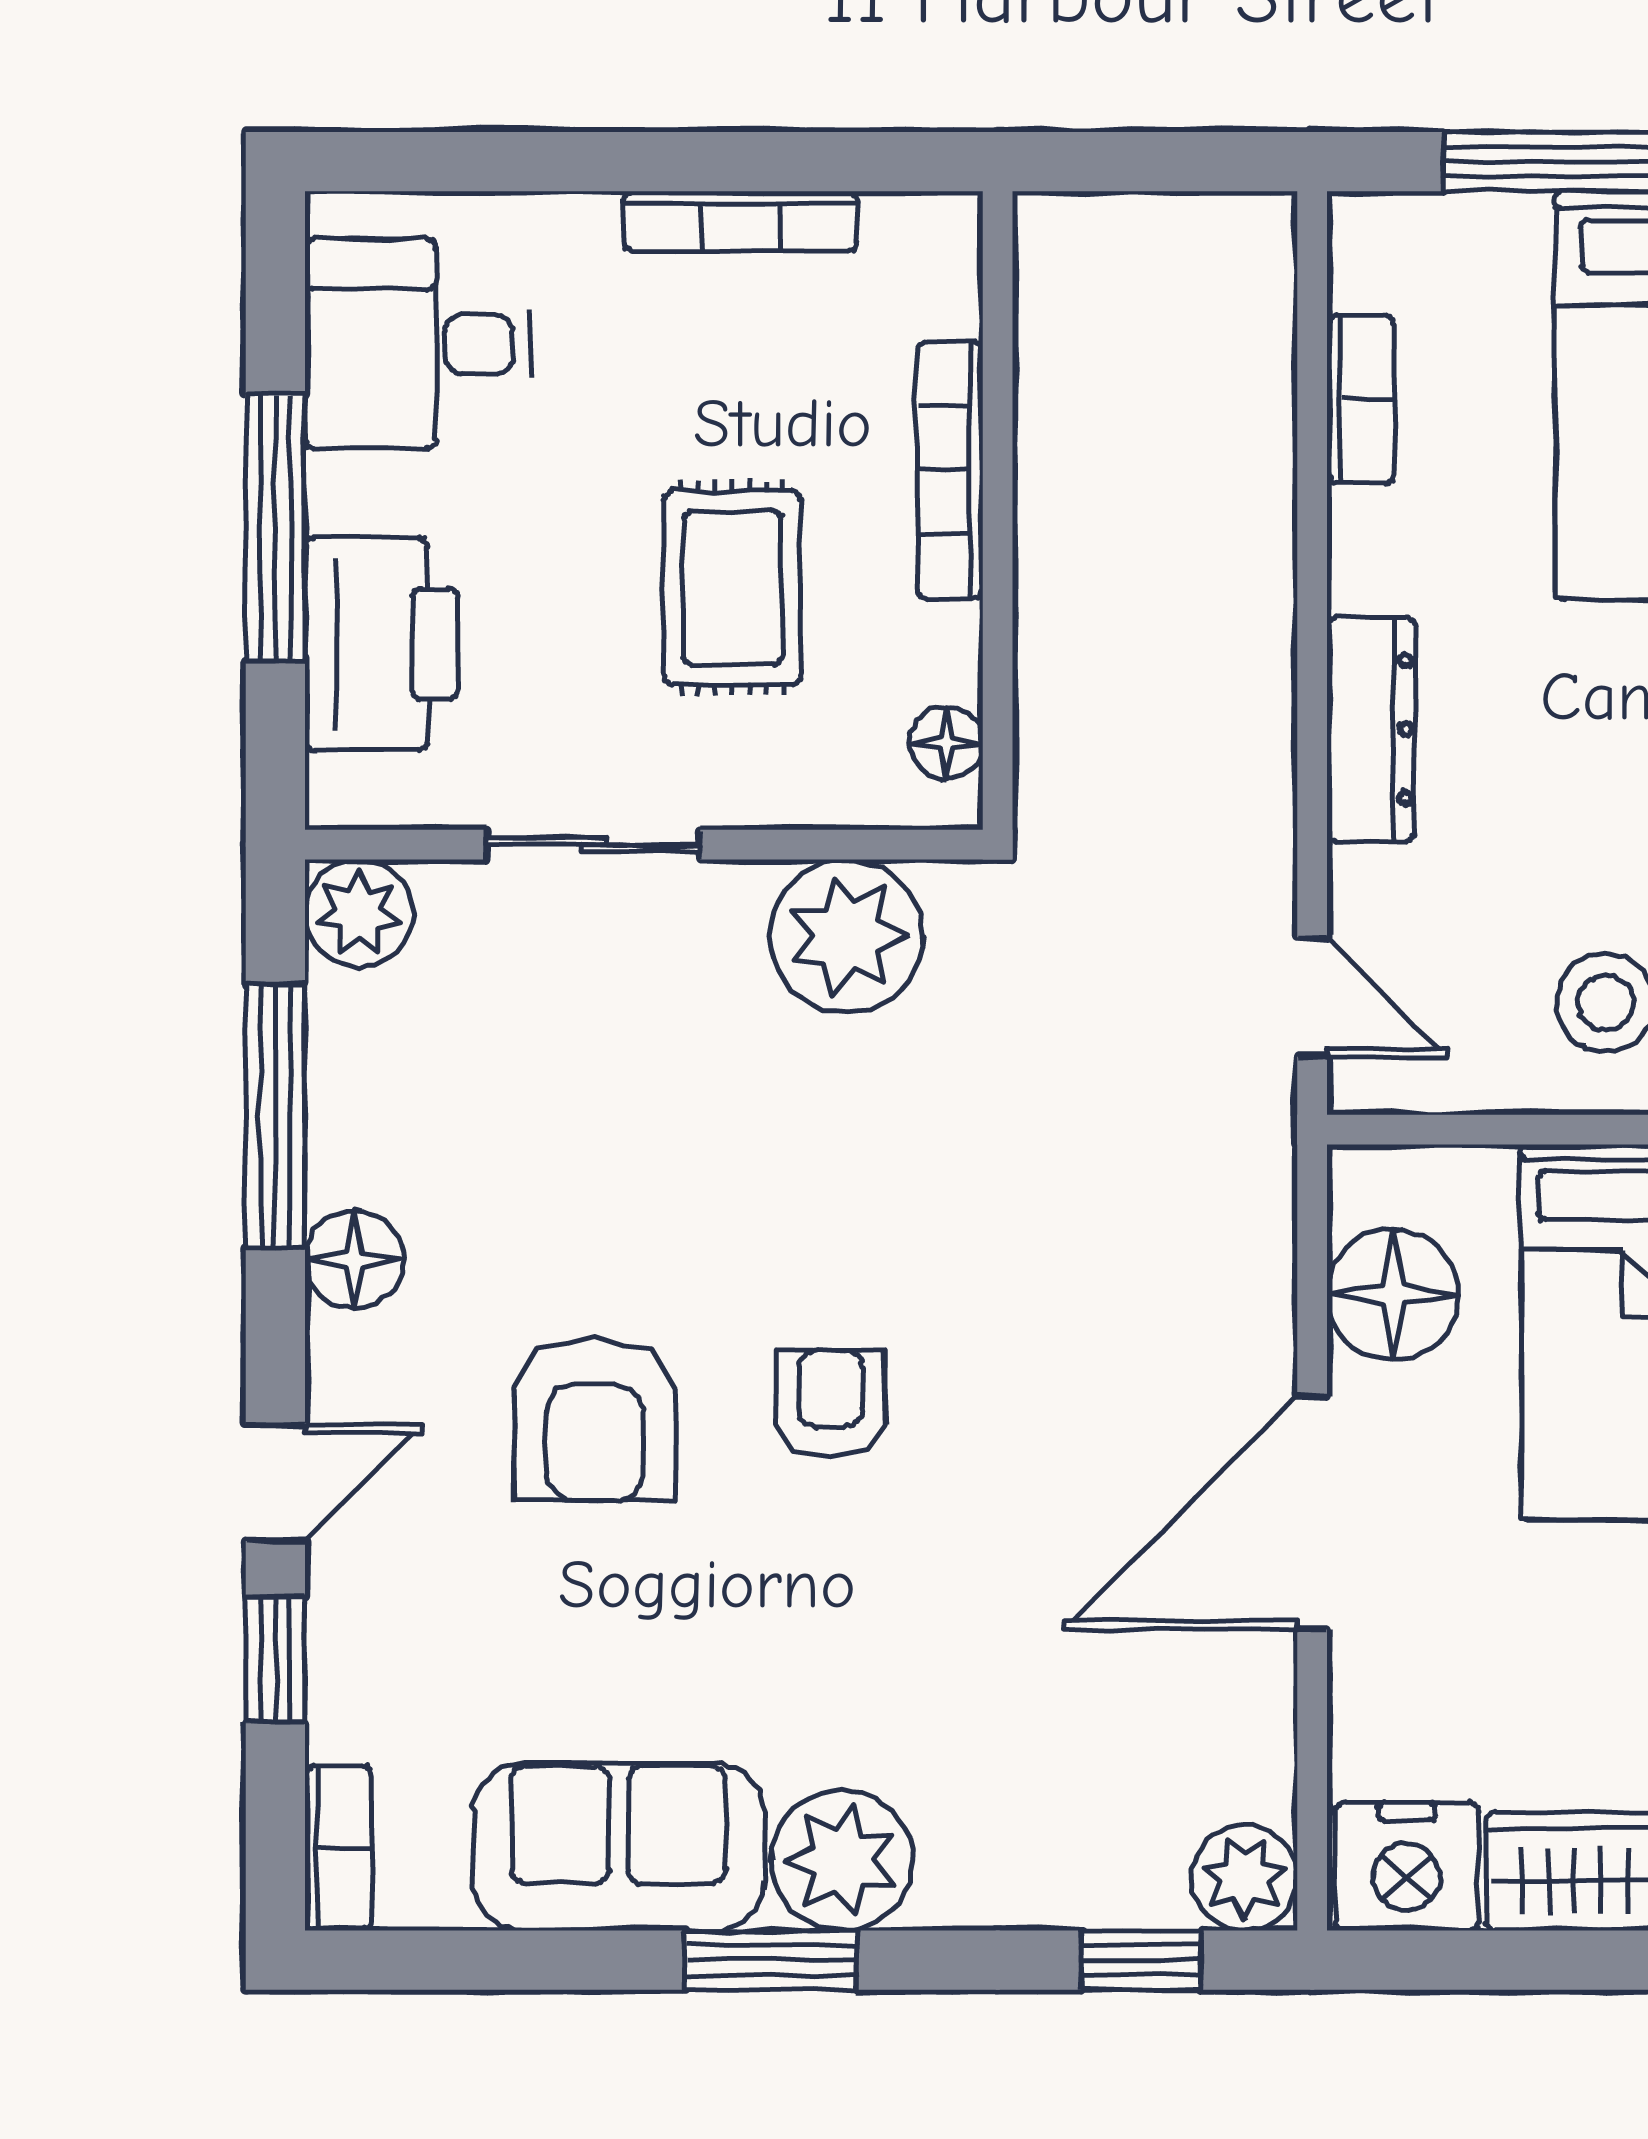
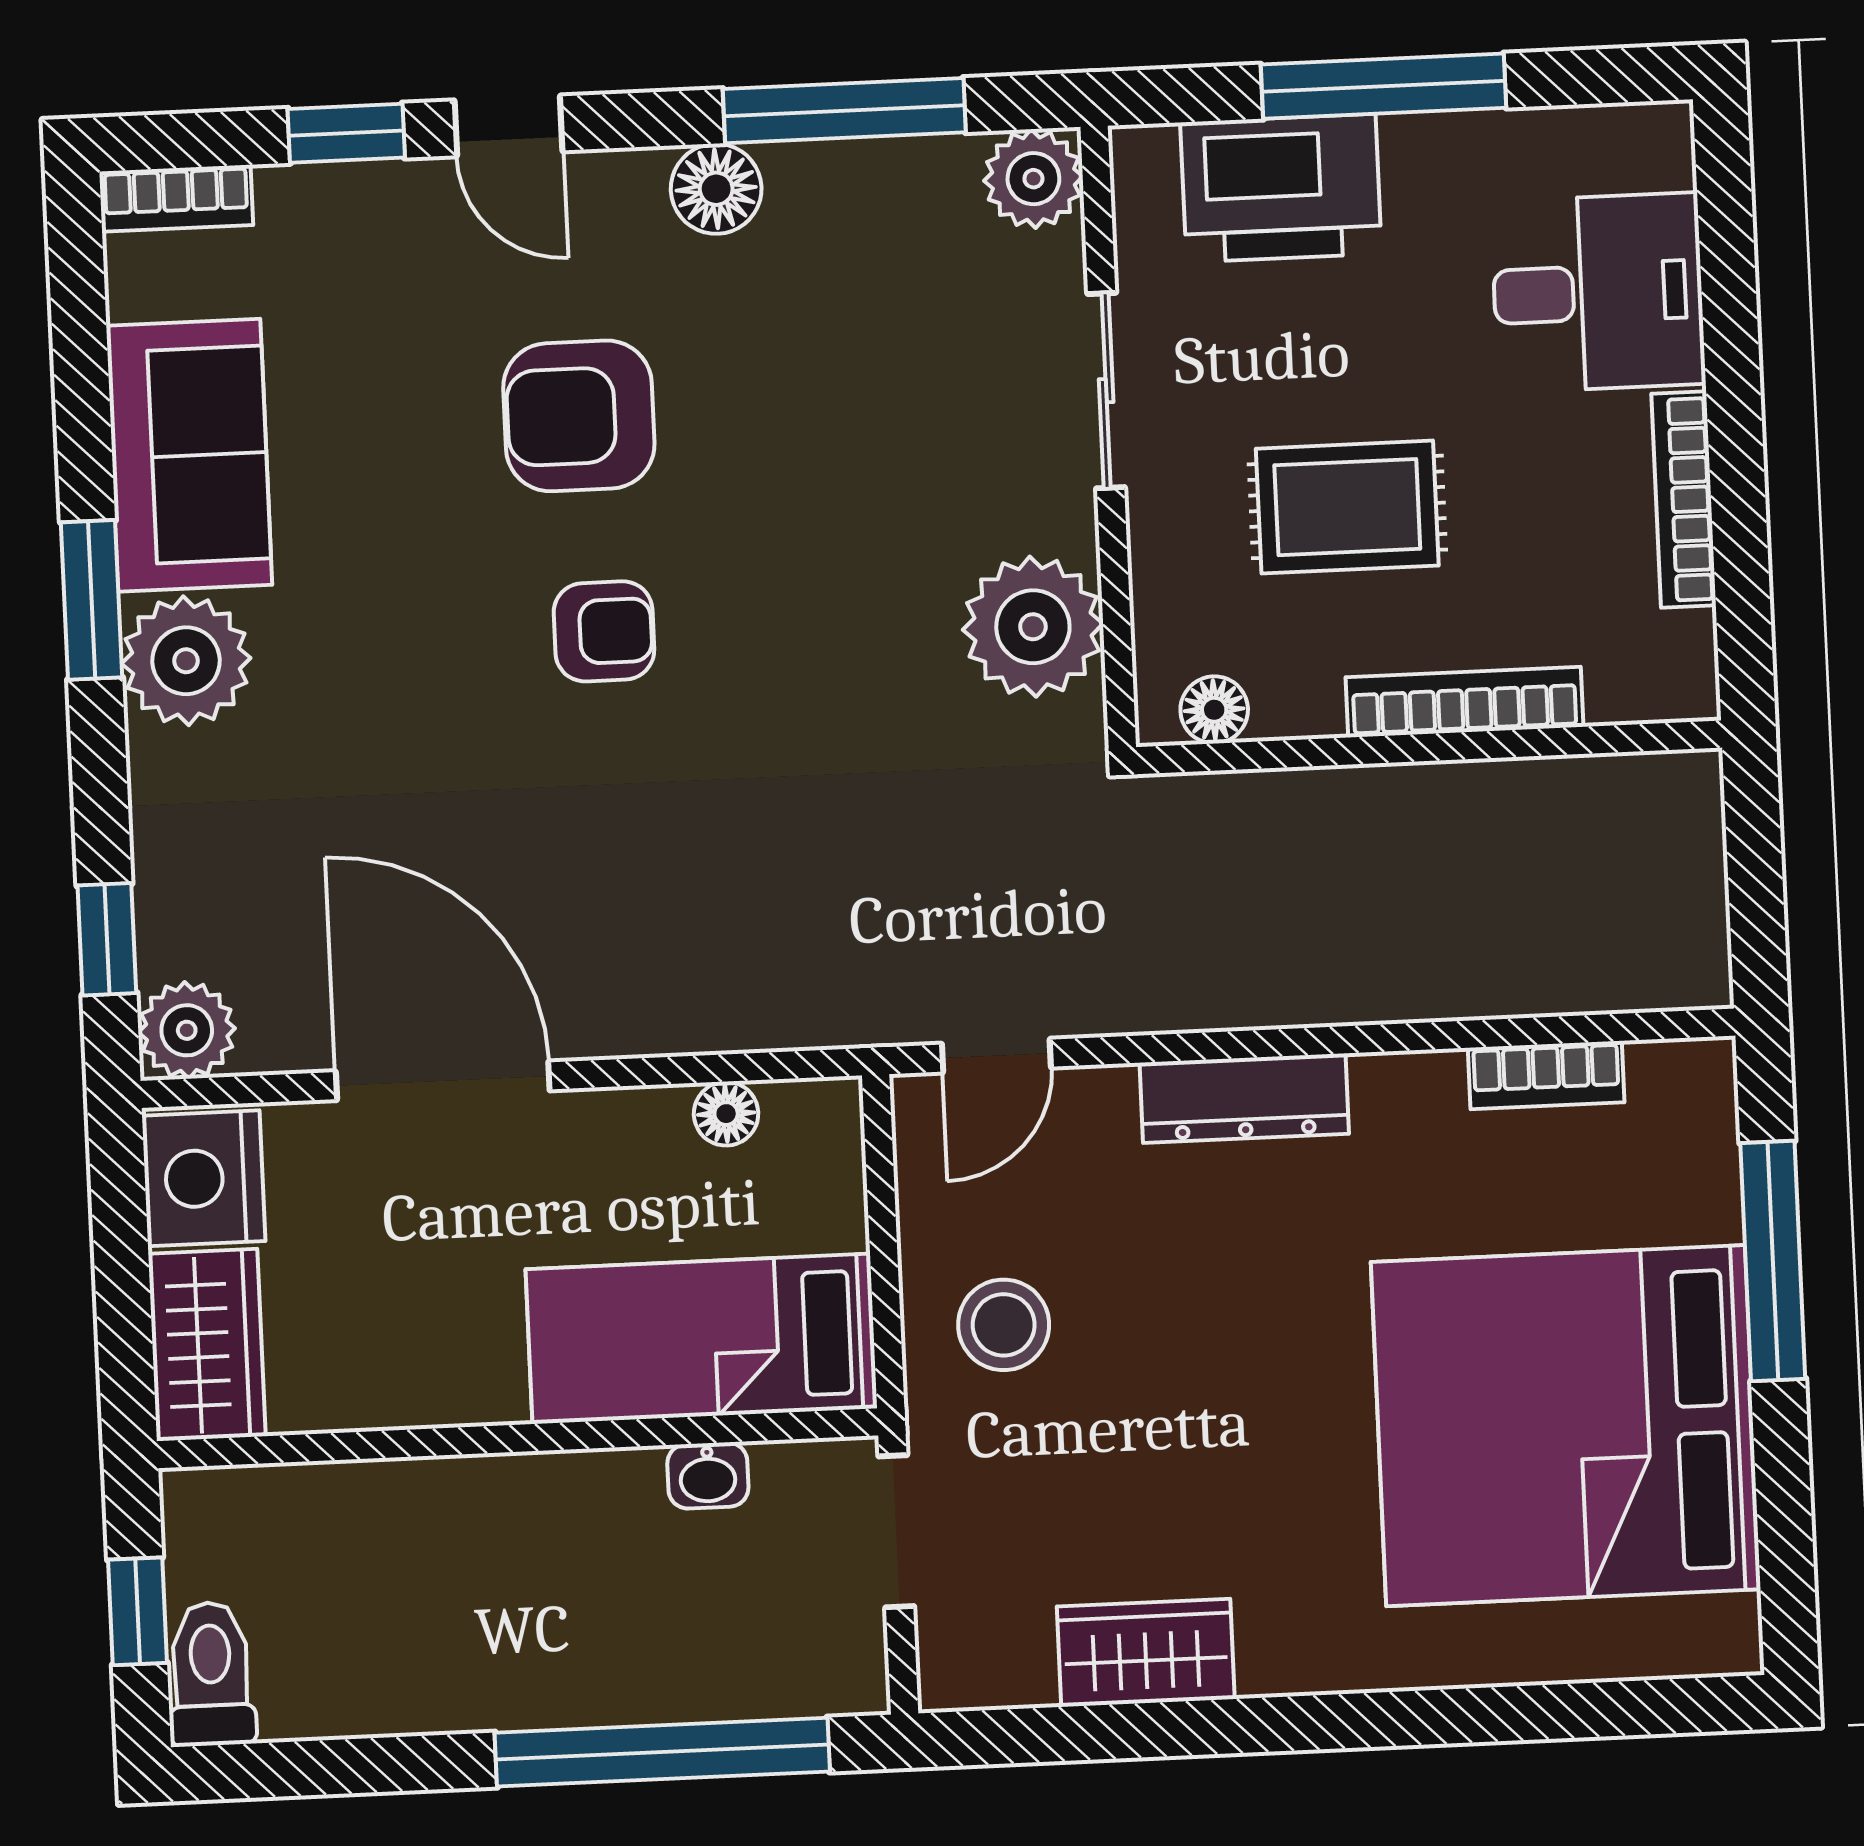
desk: (418, 344) -> (1598, 293), moved, turned 90
floor lamp: (1393, 1294) -> (726, 1114), width x0.53, depth x0.53
door: (1312, 1513) -> (443, 1081), moved

